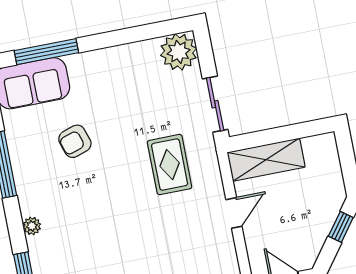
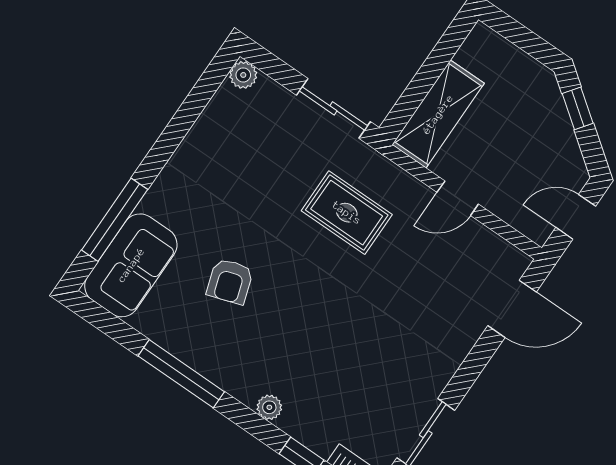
plant: (179, 52) -> (243, 75), width x0.53, depth x0.53
door: (234, 213) -> (458, 198), swing flipped

